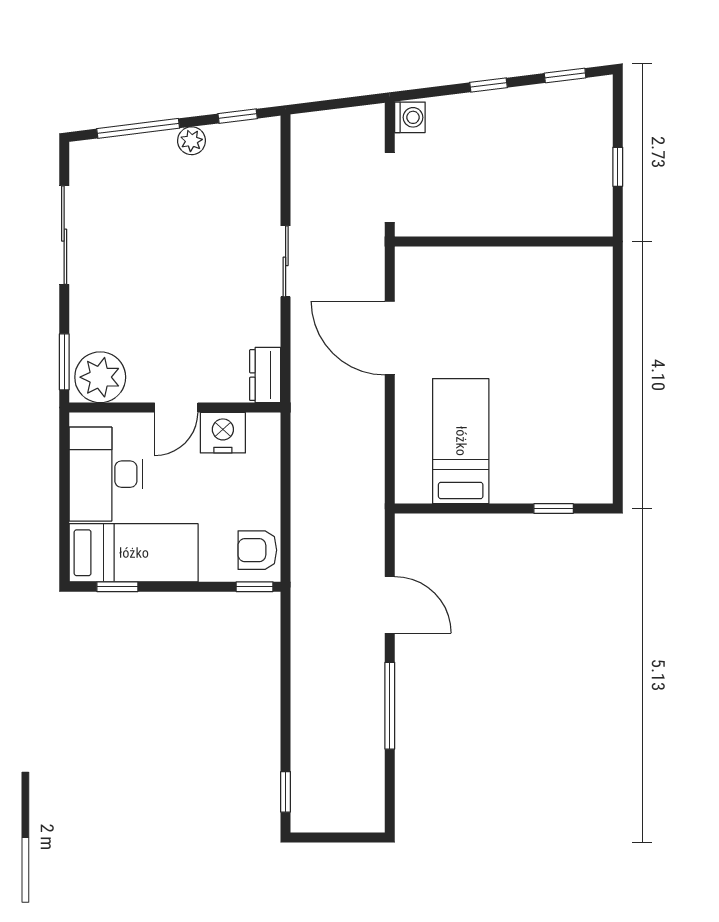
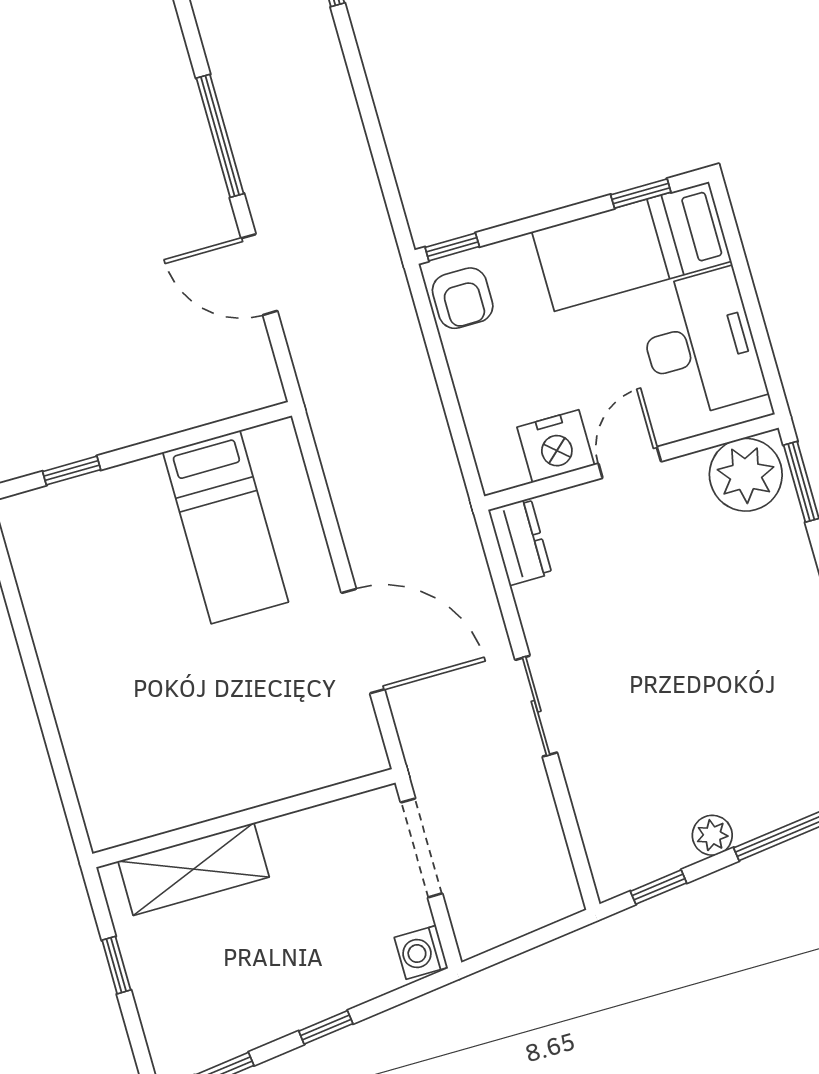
shelving: (547, 217) -> (194, 869), added
armchair: (257, 550) -> (463, 298), turned 90

